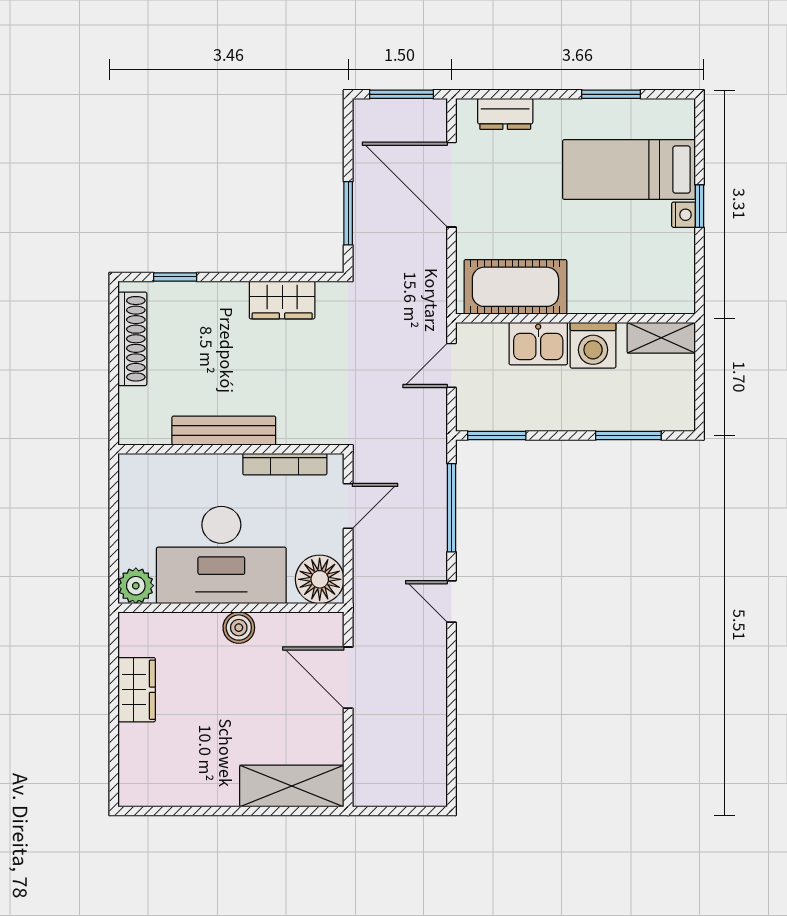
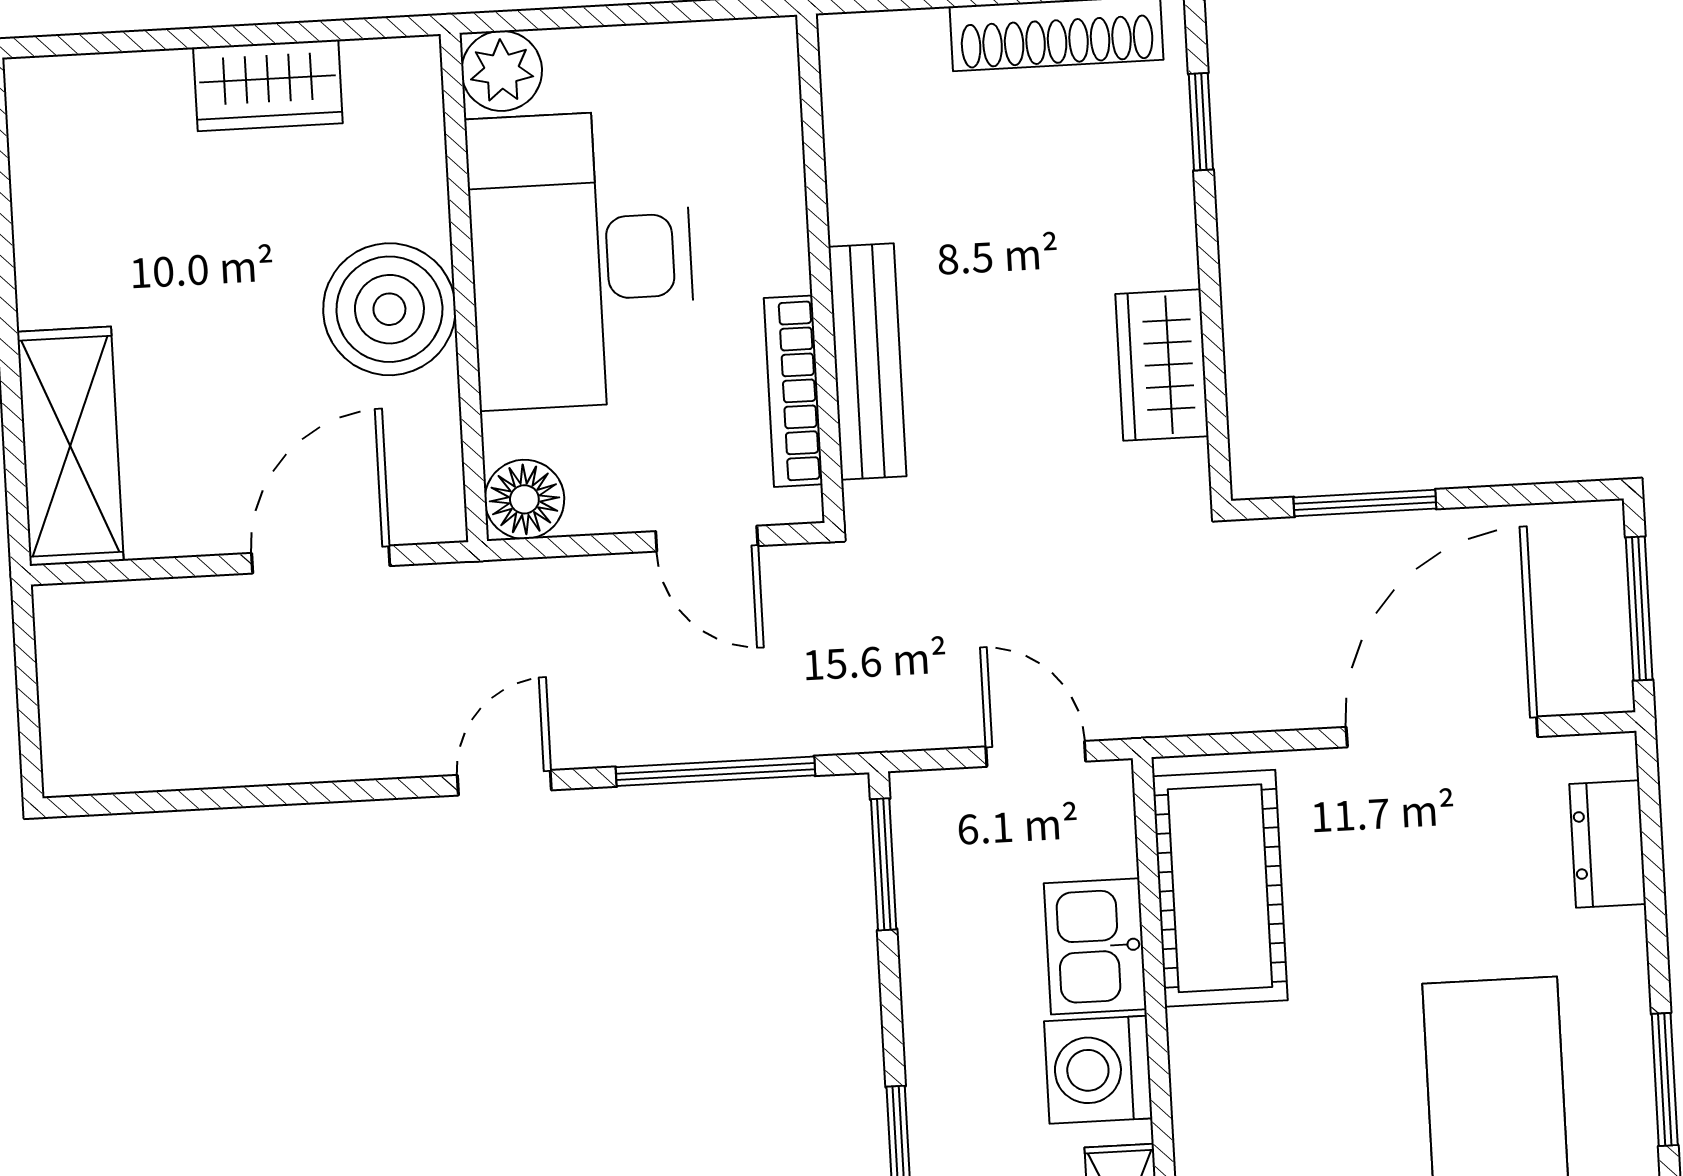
bench: (224, 431) -> (867, 361), moved
floor lamp: (320, 579) -> (524, 499), width x0.73, depth x0.73
boiler: (239, 628) -> (389, 309), width x1.86, depth x1.86

